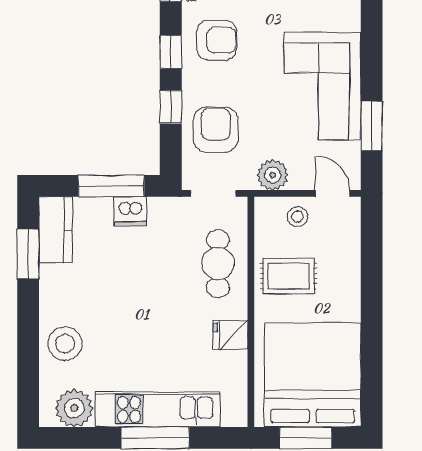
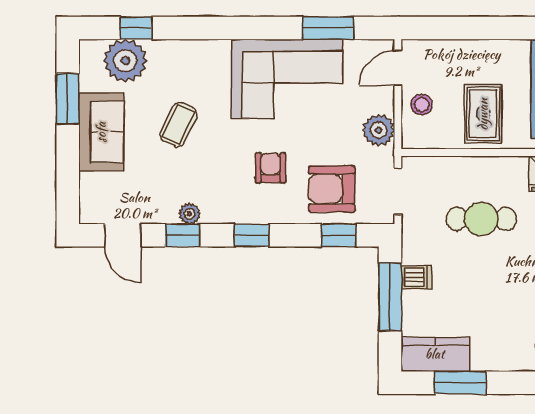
armchair: (217, 40) -> (270, 168), moved, width x0.72, depth x0.72
window: (171, 107) -> (339, 235), moved
dishwasher: (130, 211) -> (416, 277), width x0.73
cafe table: (218, 264) -> (481, 219), moved

